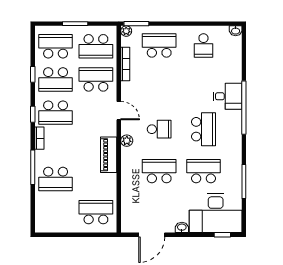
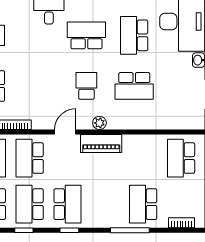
school desk: (56, 79) -> (30, 204), turned 180
bookcase: (39, 138) -> (182, 223), moved
piano: (109, 155) -> (101, 143), moved
school desk: (159, 171) -> (134, 86), turned -90
school desk: (56, 179) -> (143, 204), turned 180

